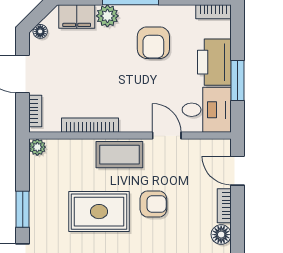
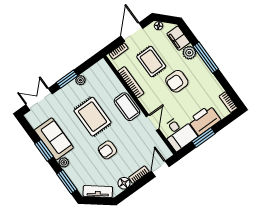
armchair: (153, 43) -> (177, 81), moved
rug: (82, 77) -> (151, 61), added
plant: (37, 147) -> (80, 80), moved
armchair: (153, 204) -> (107, 150), moved, turned 90

